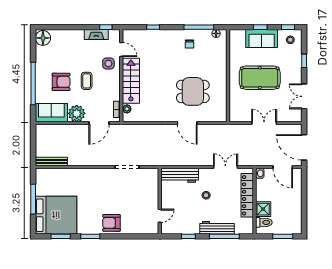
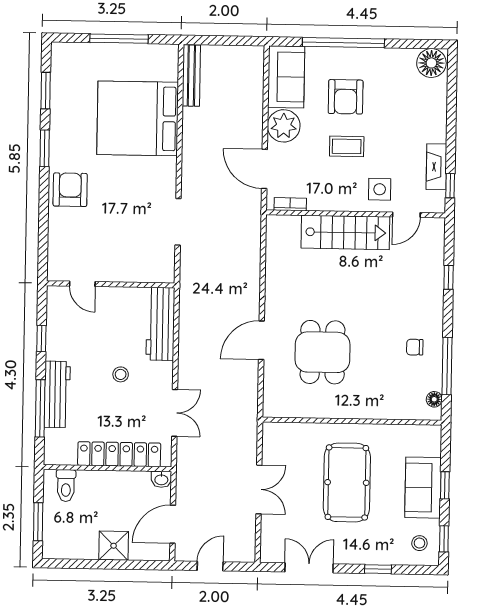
plant: (127, 109) -> (291, 224), removed
door: (304, 147) -> (210, 566), width x0.53
shower: (263, 209) -> (114, 546), moved
bed: (56, 215) -> (138, 118), moved, turned 90

